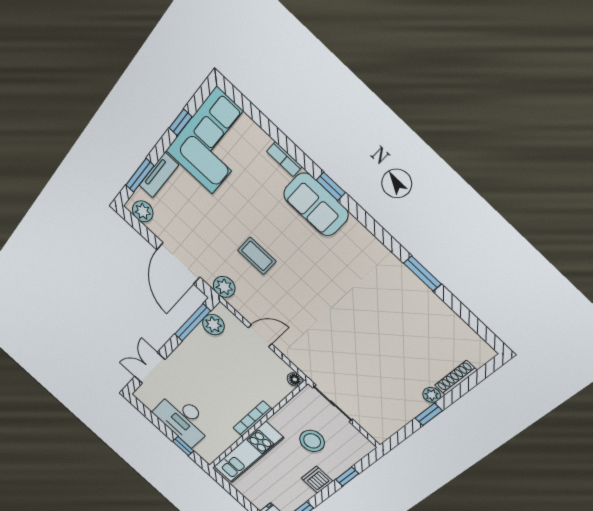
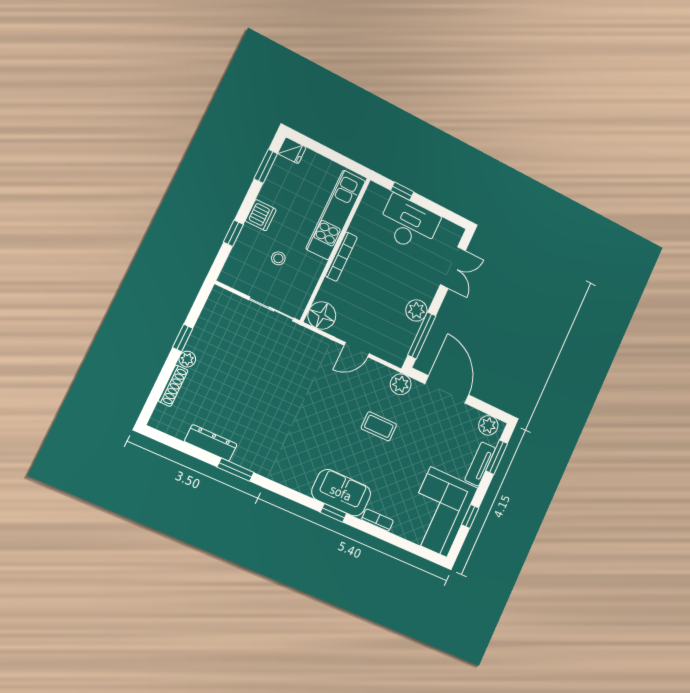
dresser: (438, 310) -> (211, 443), added
plant: (213, 325) -> (416, 310), moved
floor lamp: (295, 379) -> (322, 316), width x1.89, depth x1.89
stool: (312, 441) -> (278, 258), width x0.53, depth x0.53

